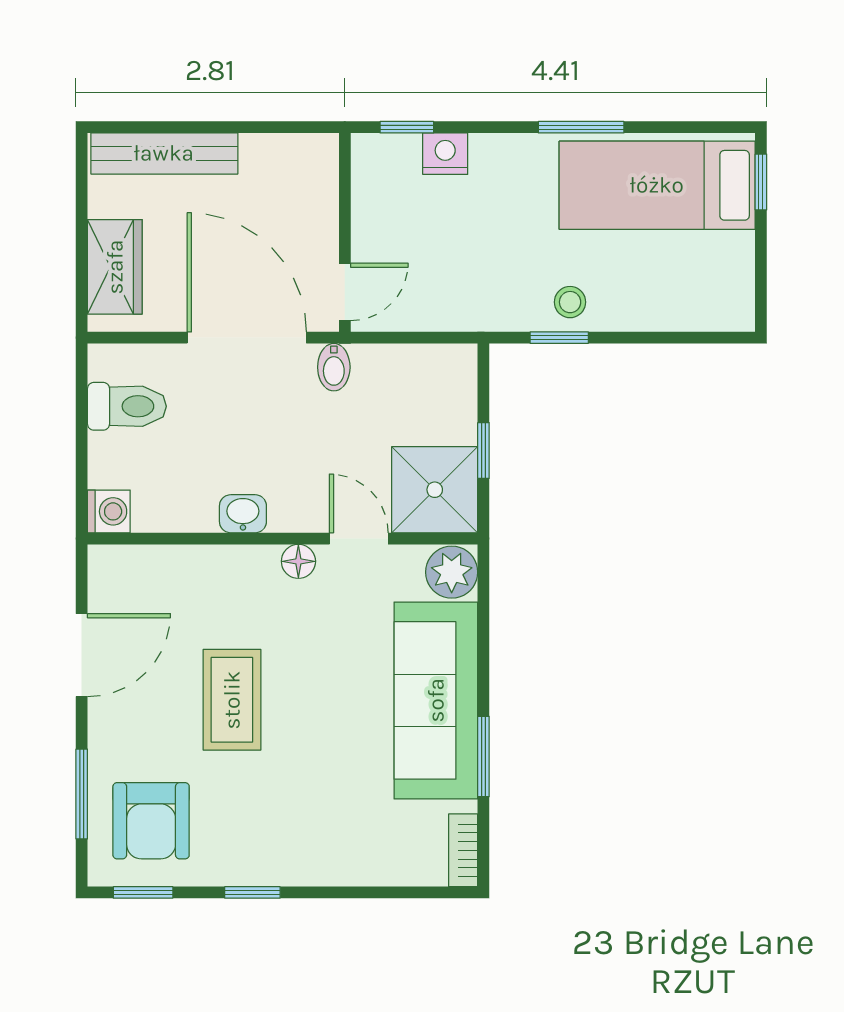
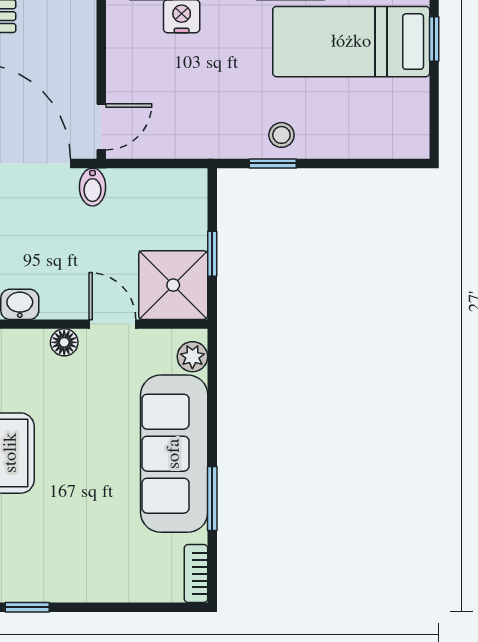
plant: (452, 572) -> (192, 357), width x0.73, depth x0.73

